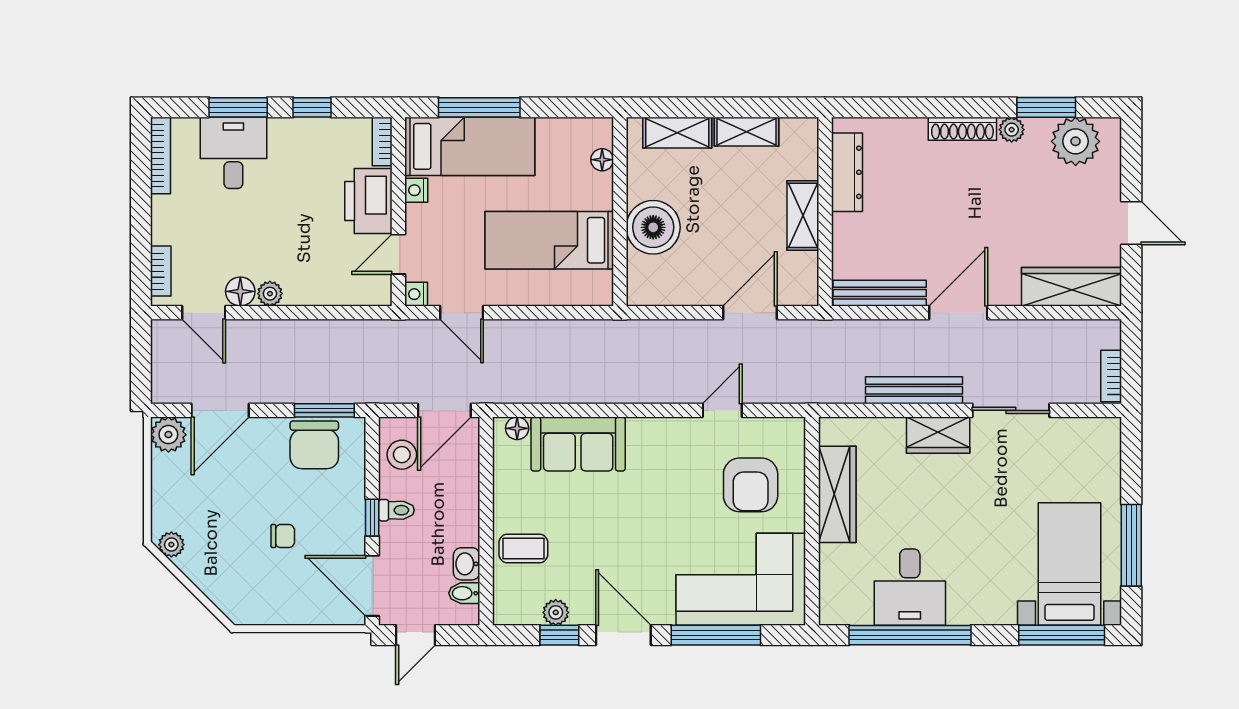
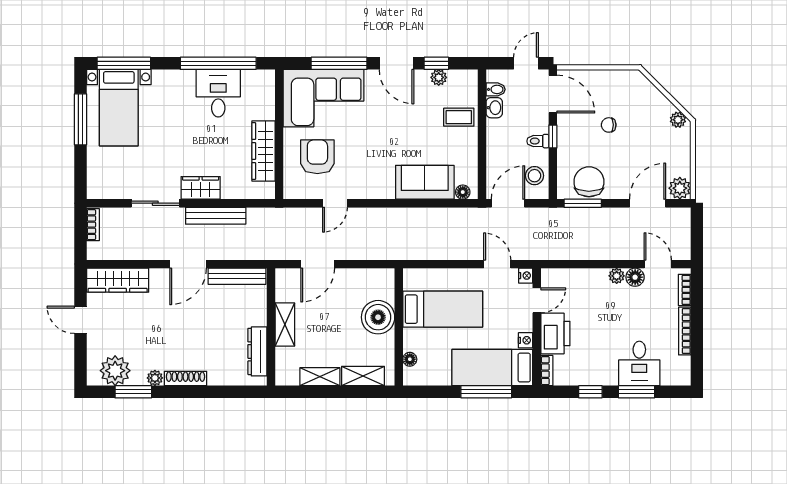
bookcase: (161, 156) -> (685, 331), moved

